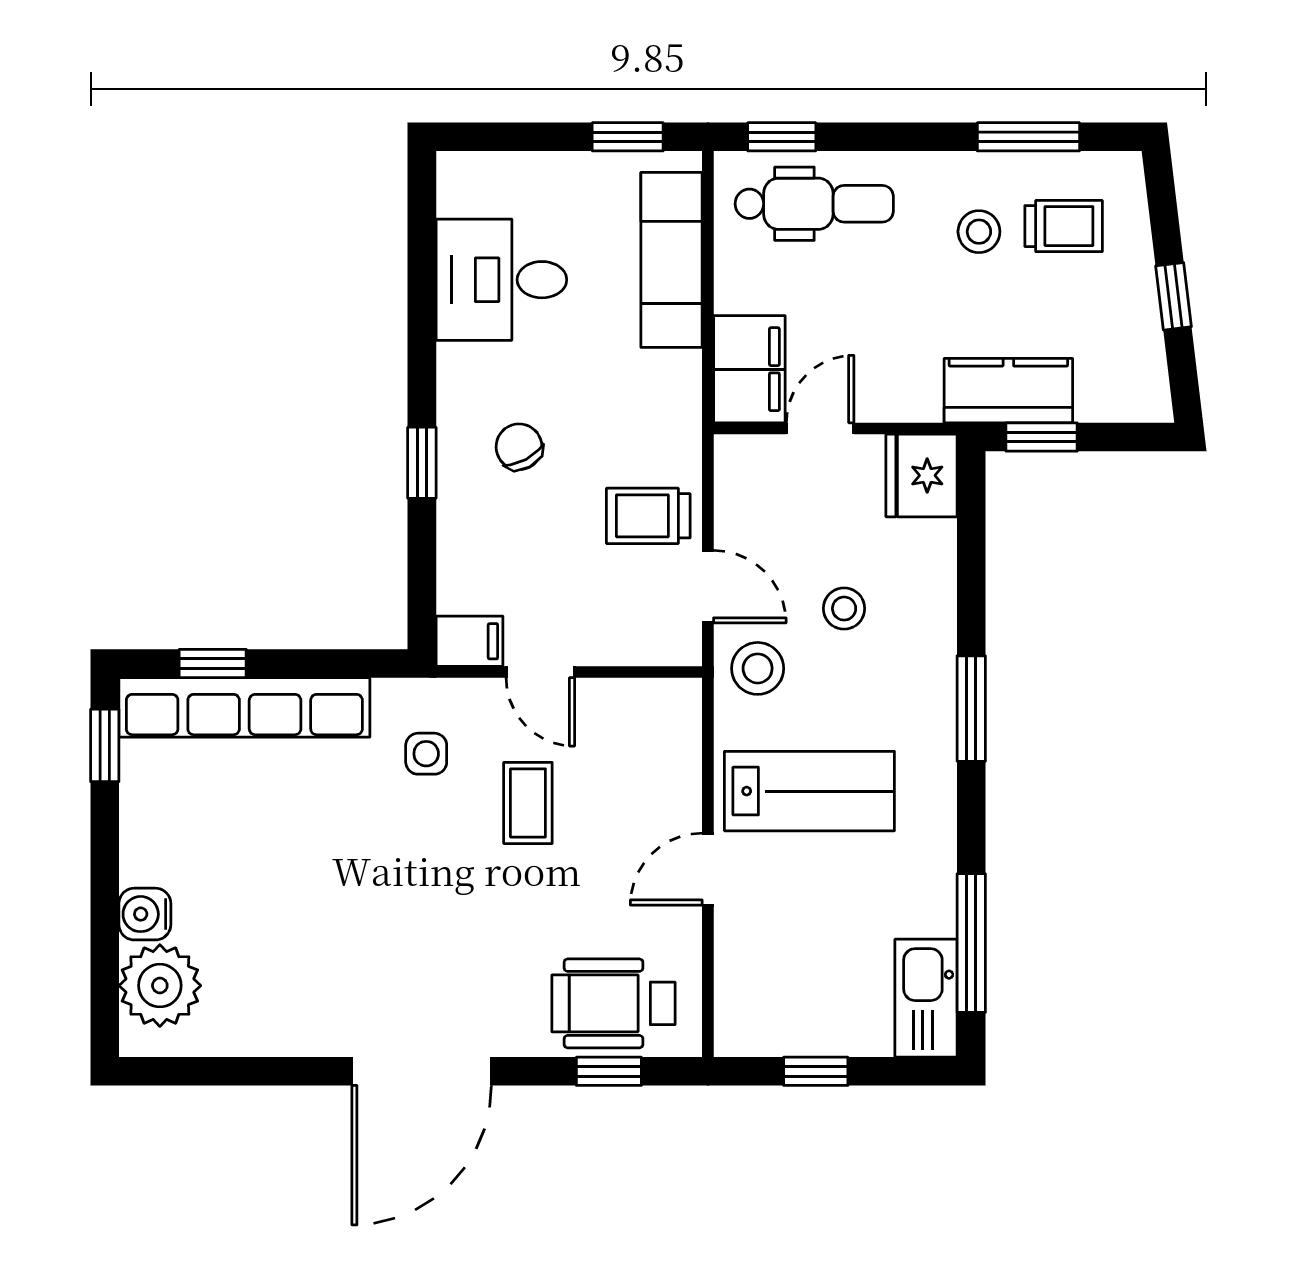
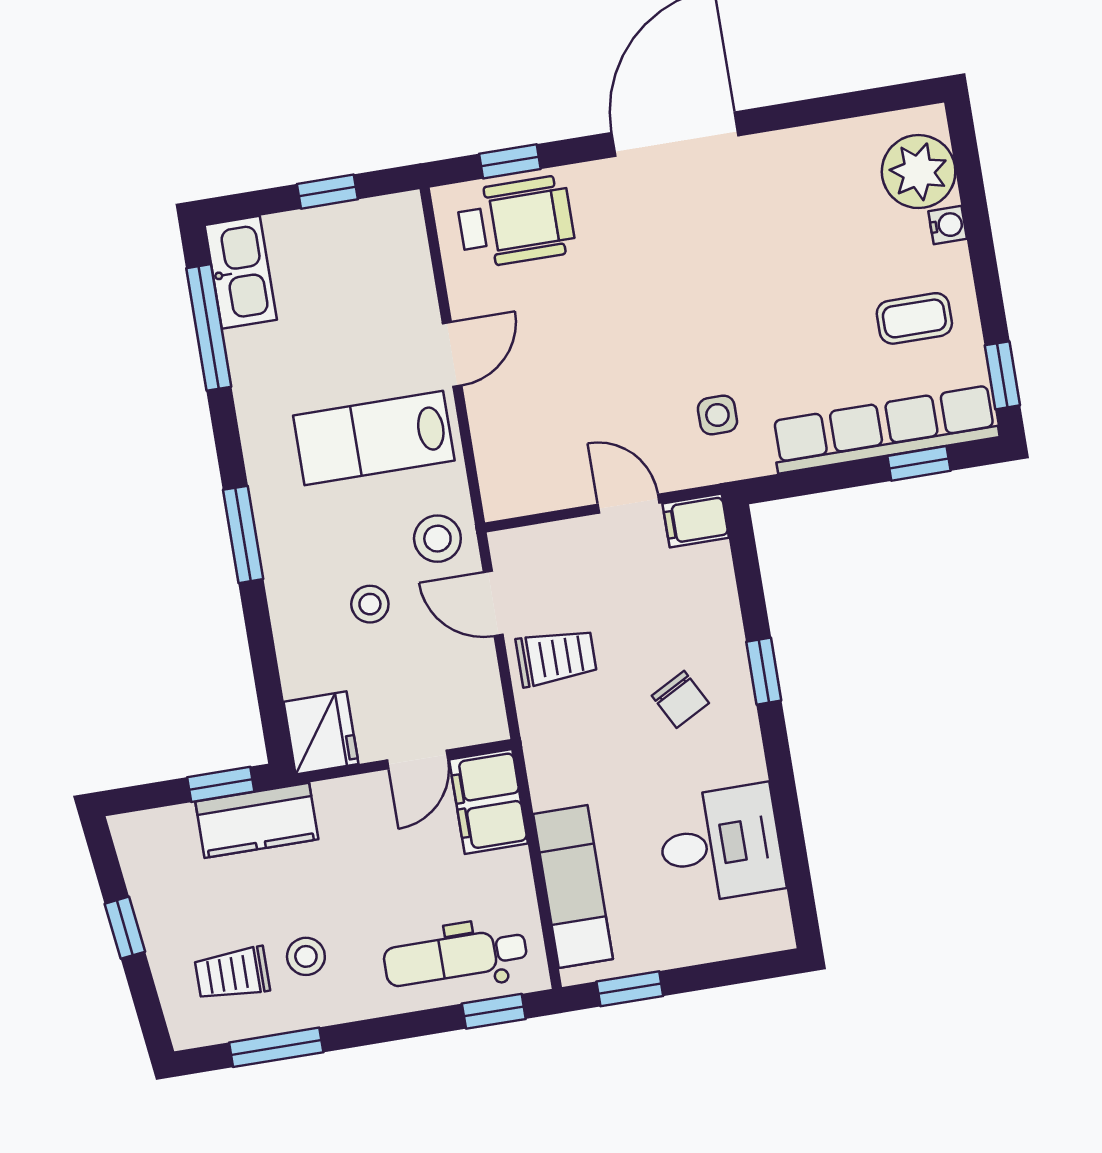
coffee table: (528, 803) -> (914, 318), moved, turned 90
water cooler: (145, 914) -> (948, 225), width x0.72, depth x0.72

